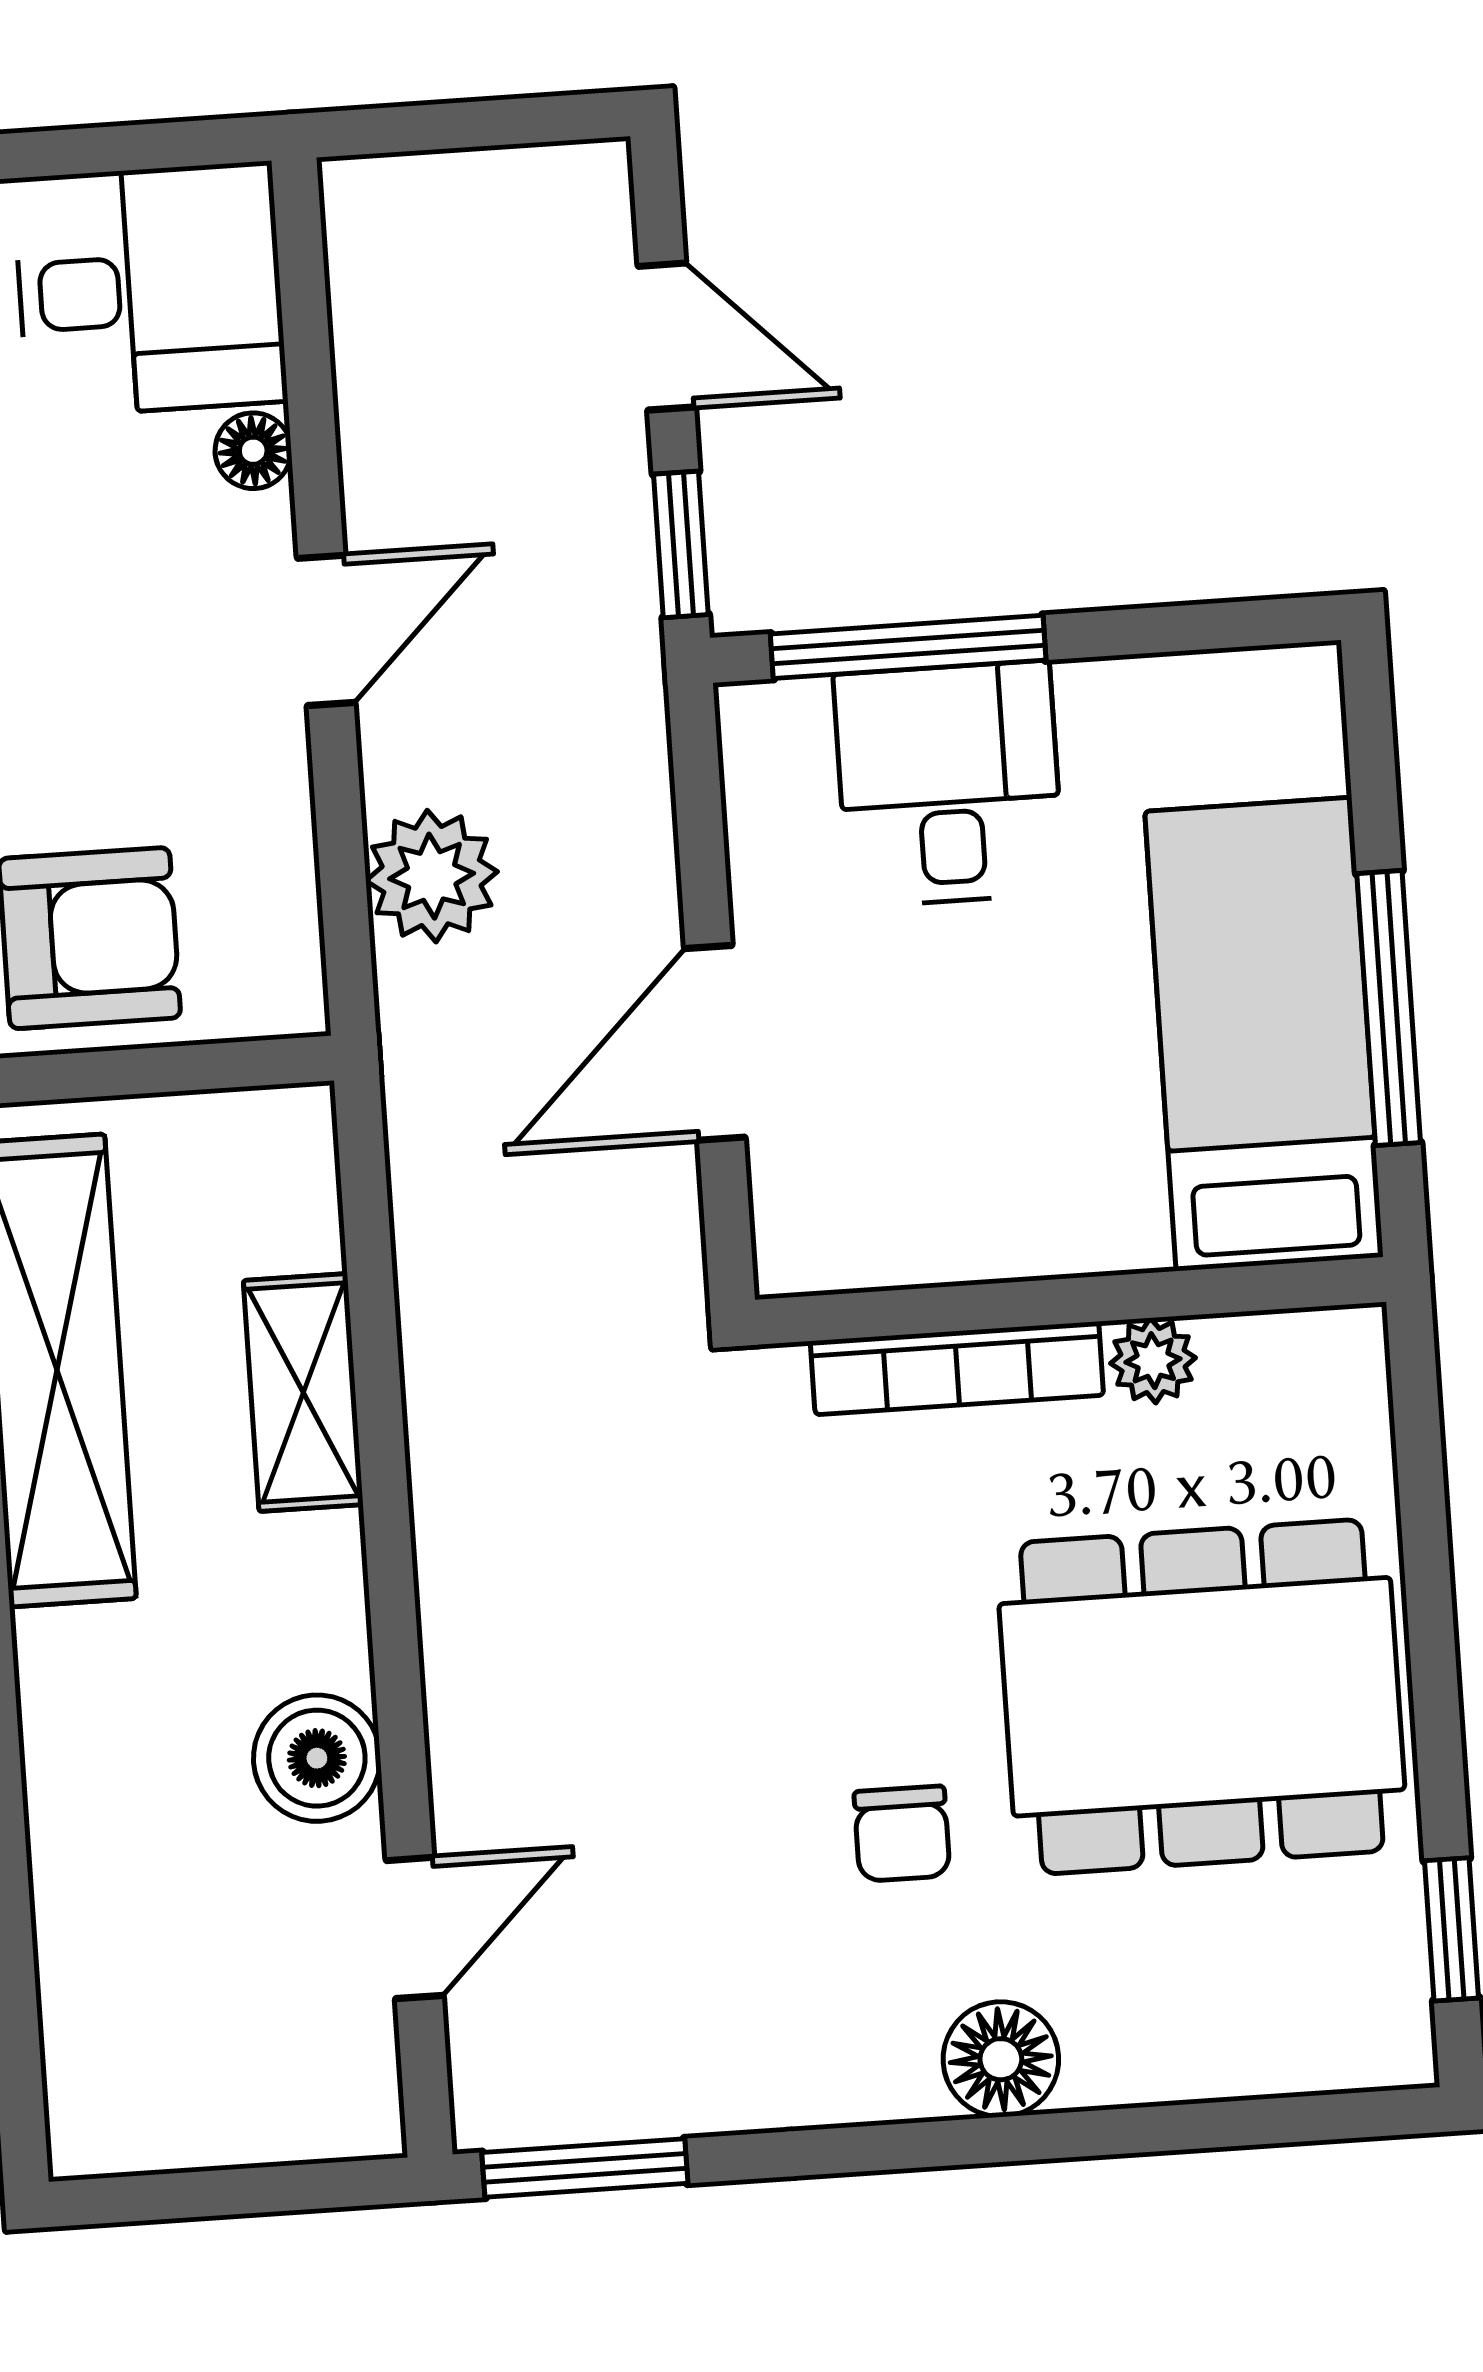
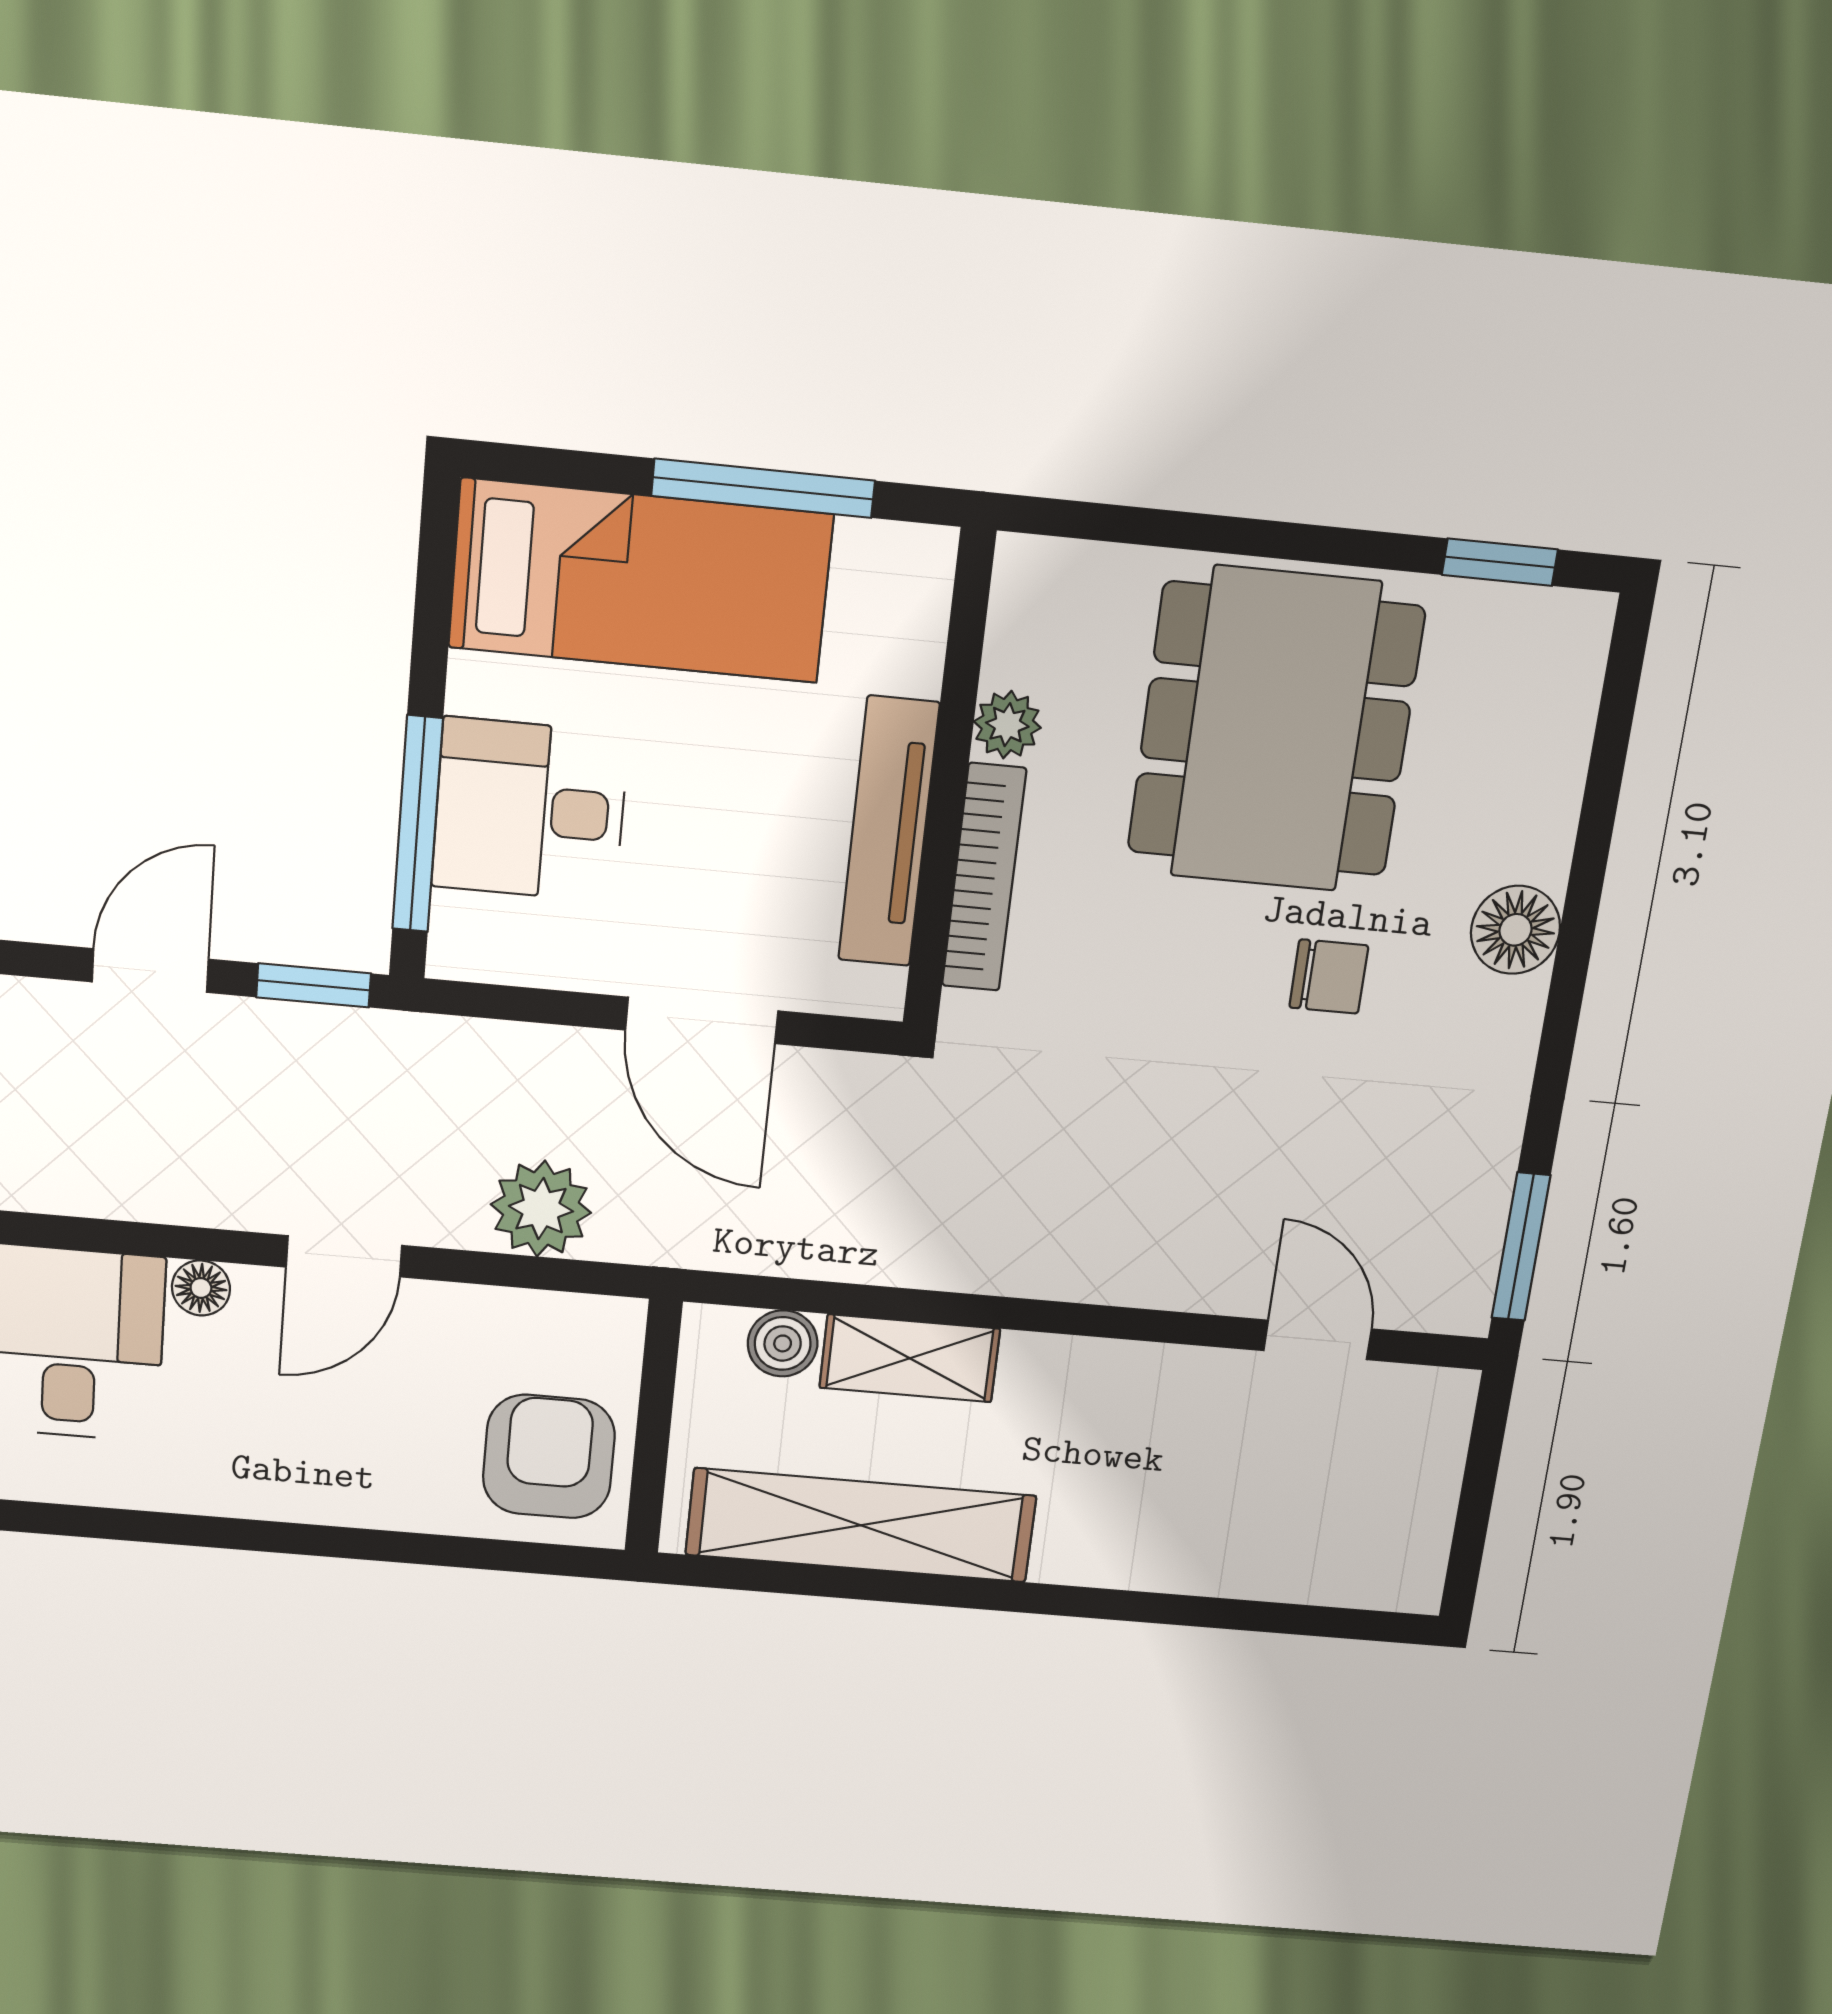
door: (326, 630) -> (344, 1256), swing flipped
bed: (1264, 1034) -> (640, 581), moved, turned 180
tv unit: (995, 1237) -> (889, 832), added
boiler: (317, 1758) -> (783, 1343), moved, width x0.73, depth x0.73

